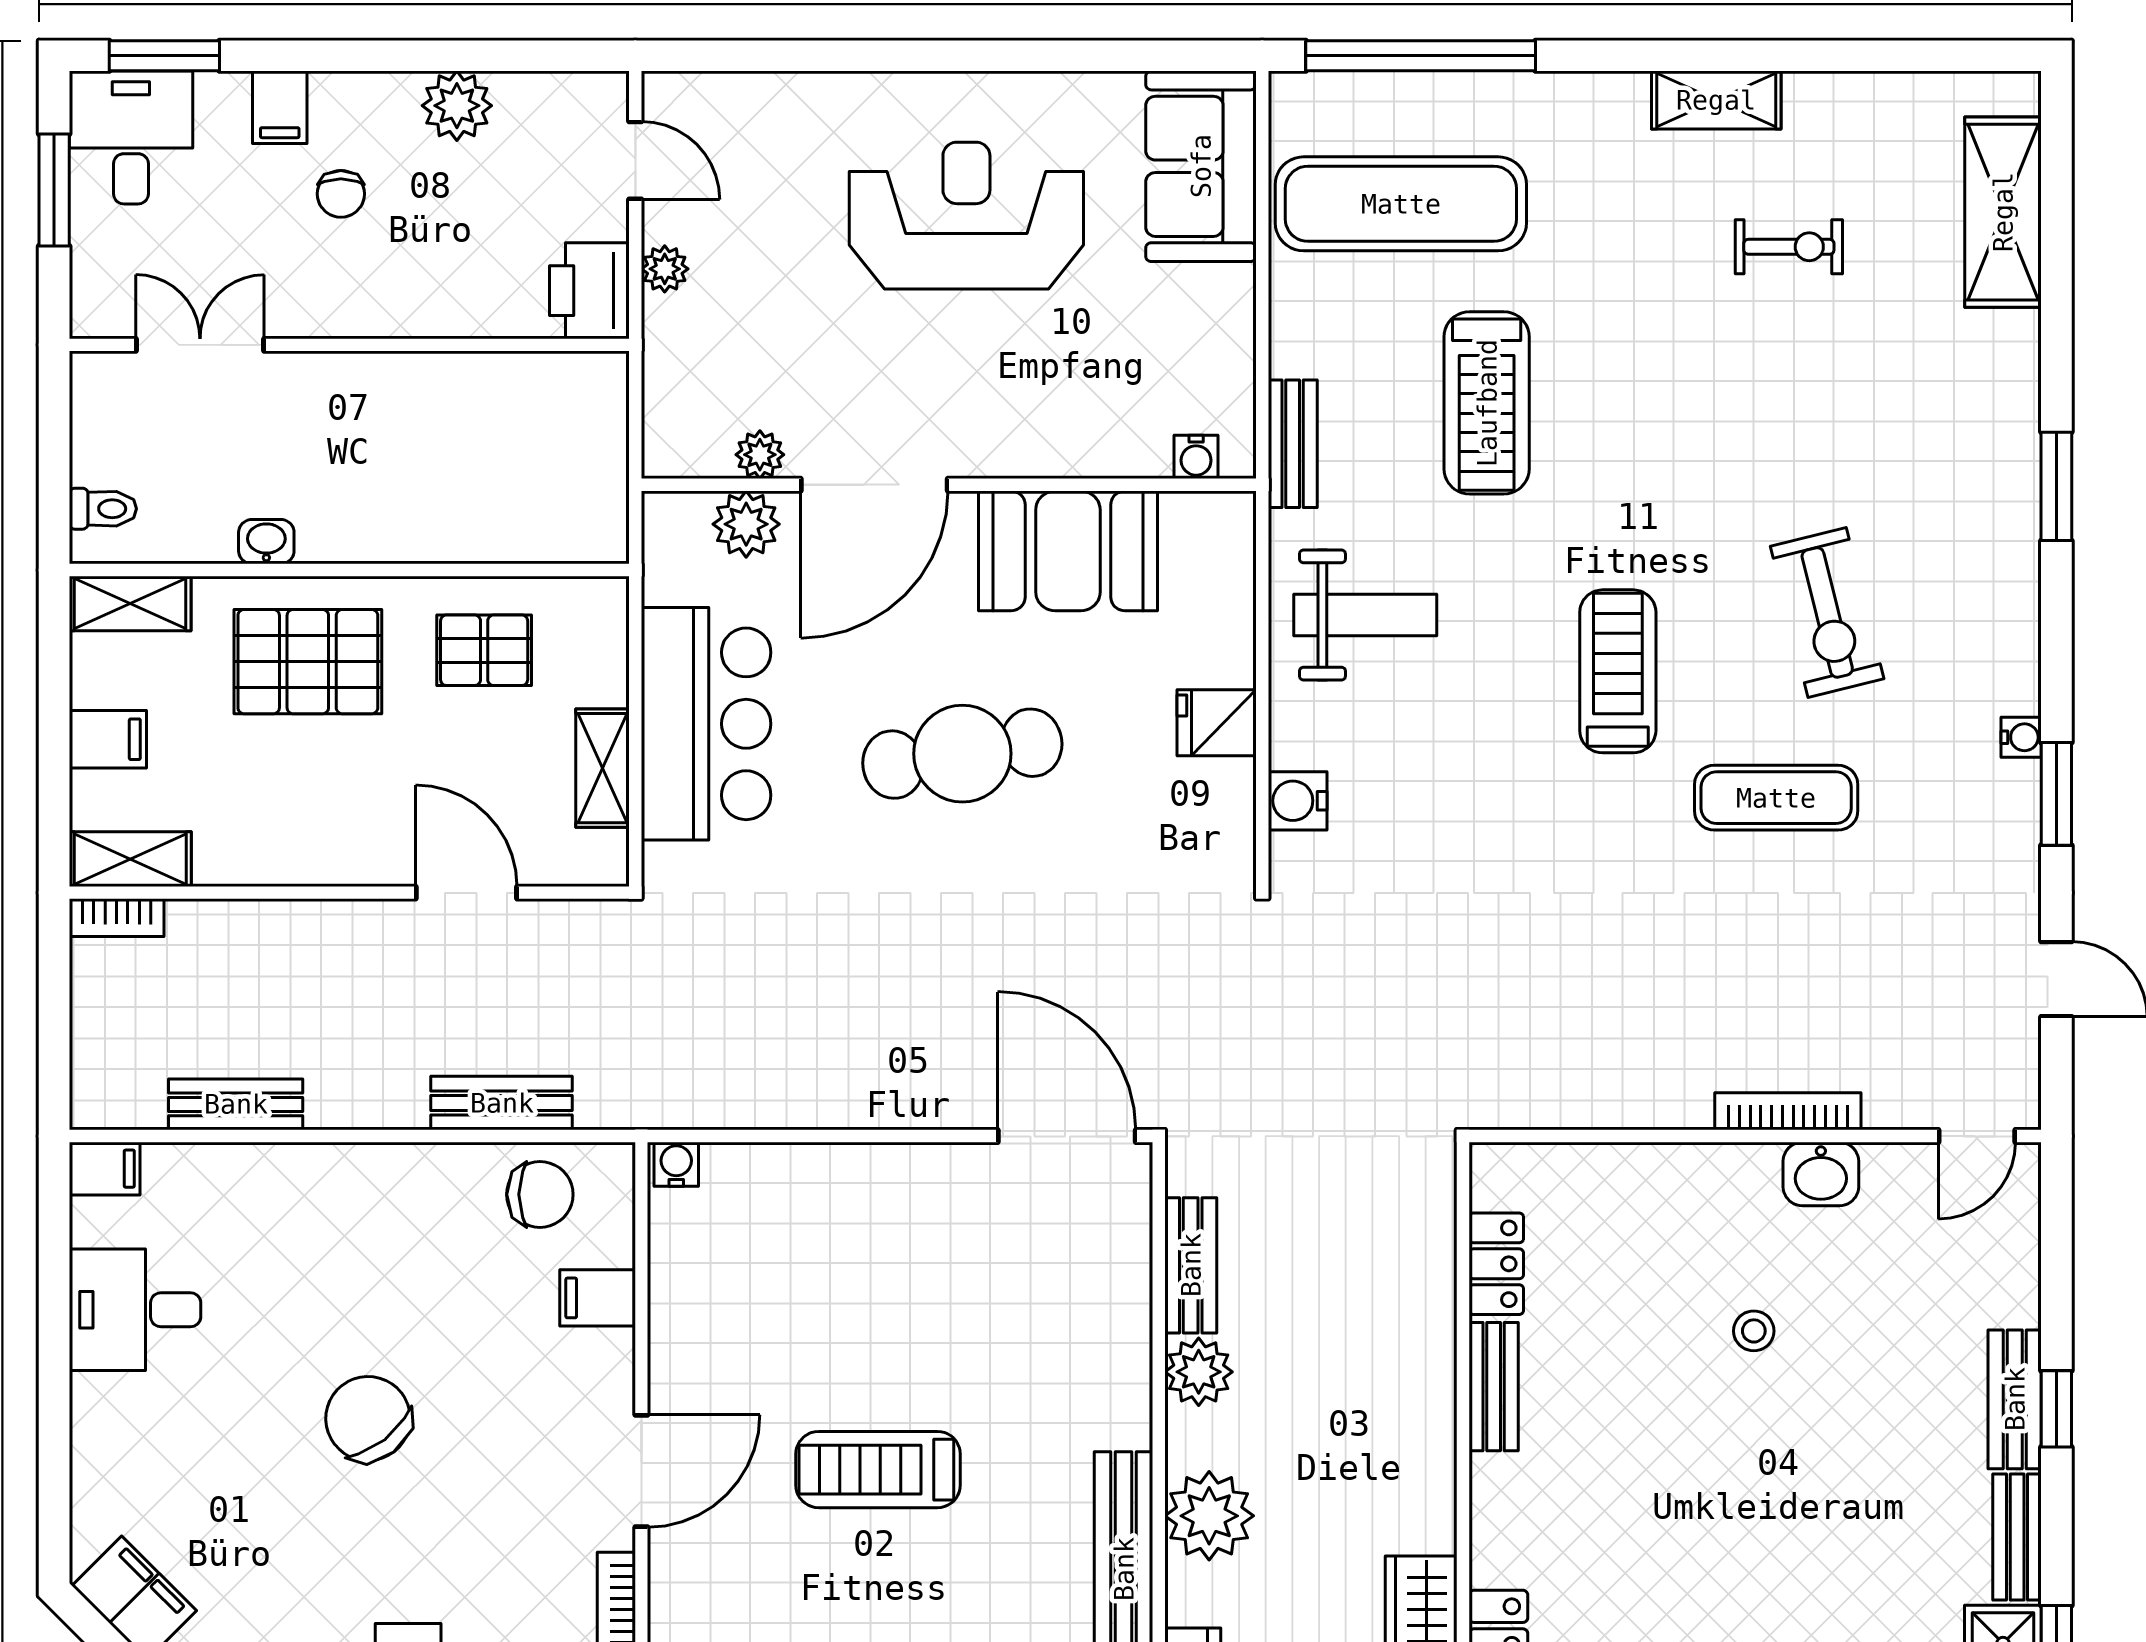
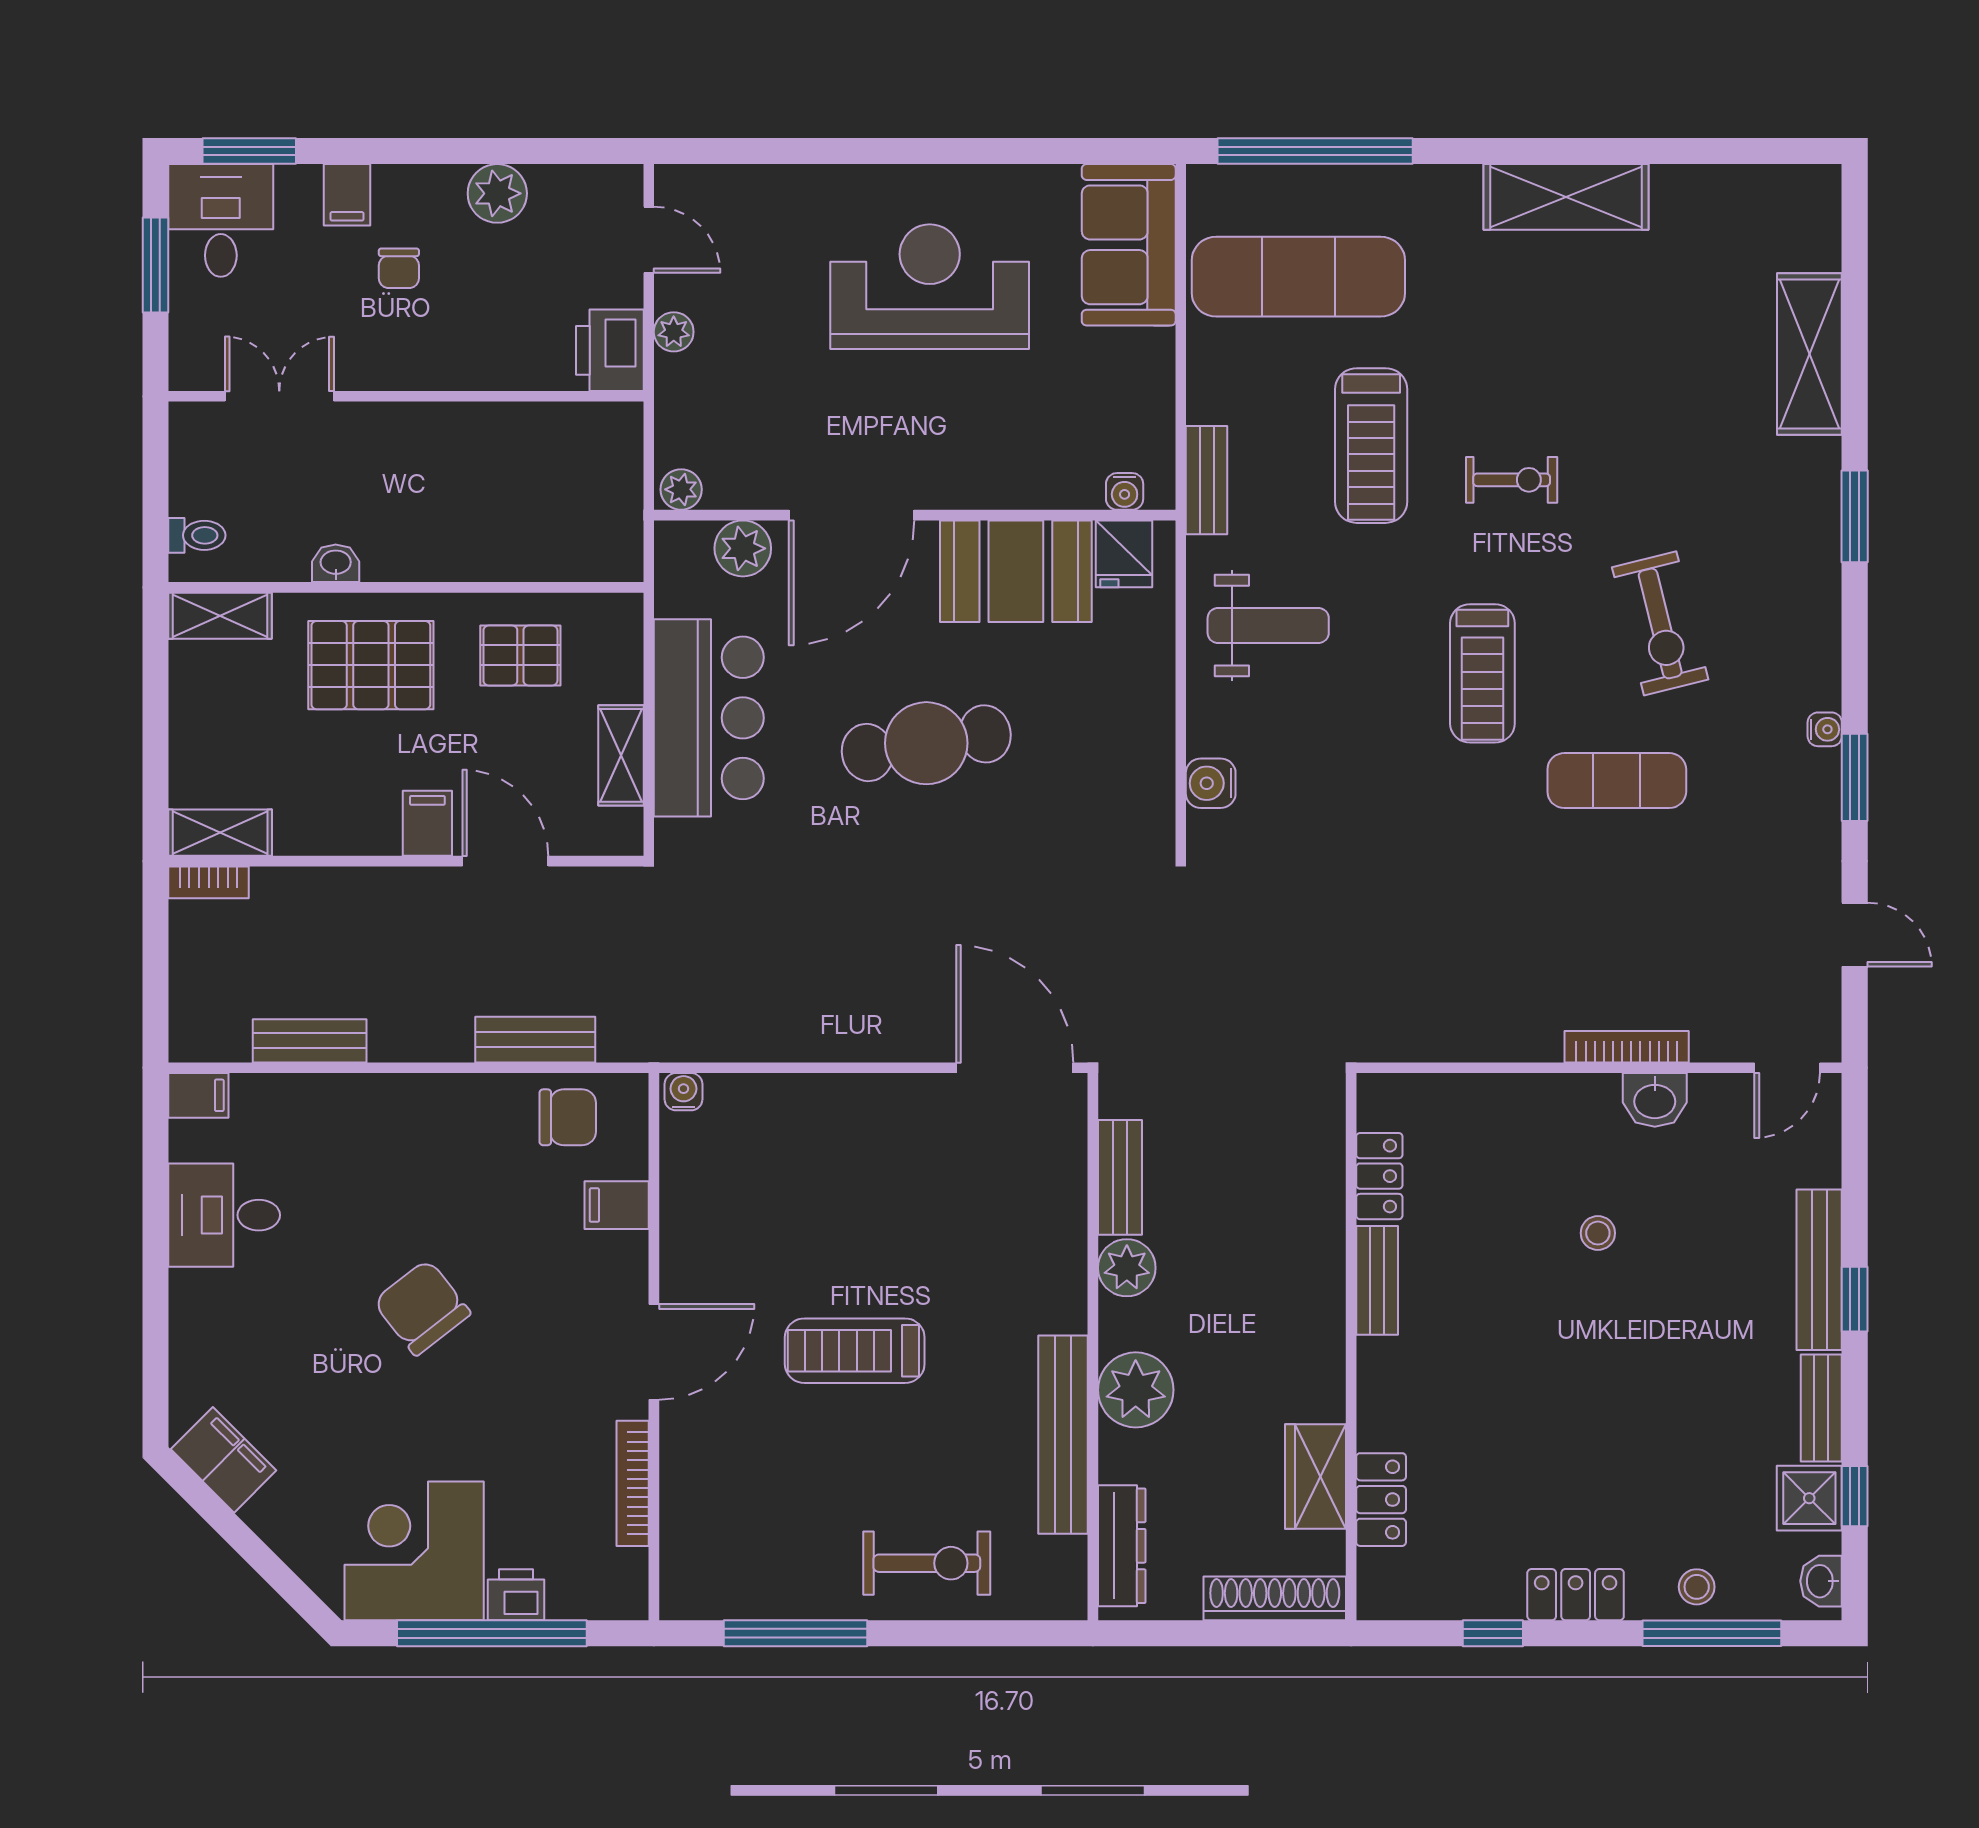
shelving: (1716, 100) -> (1566, 197), width x1.50, depth x1.33
shelving: (2003, 212) -> (1809, 354), moved
exercise bike: (1789, 247) -> (1512, 480), moved
plant: (760, 455) -> (681, 489), moved
treadmill: (1618, 671) -> (1482, 673), turned 180
fridge: (1217, 723) -> (1124, 554), moved, turned -90
filing cabinet: (108, 739) -> (427, 823), moved, turned -90
bench: (2015, 1399) -> (1819, 1270), width x1.36

